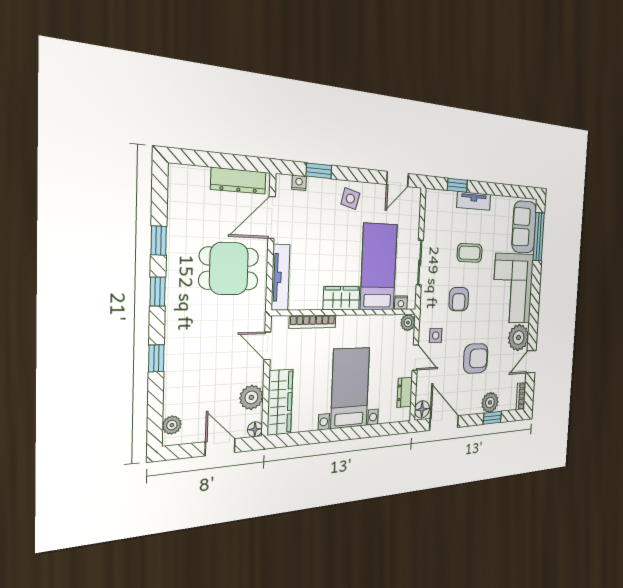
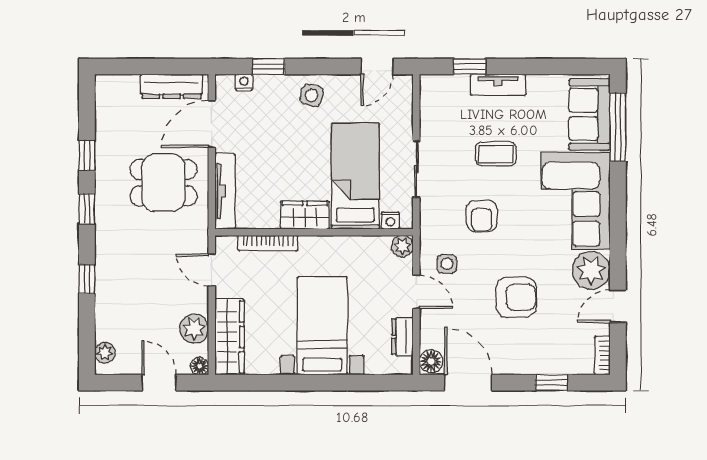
plant: (490, 402) -> (546, 360), removed

